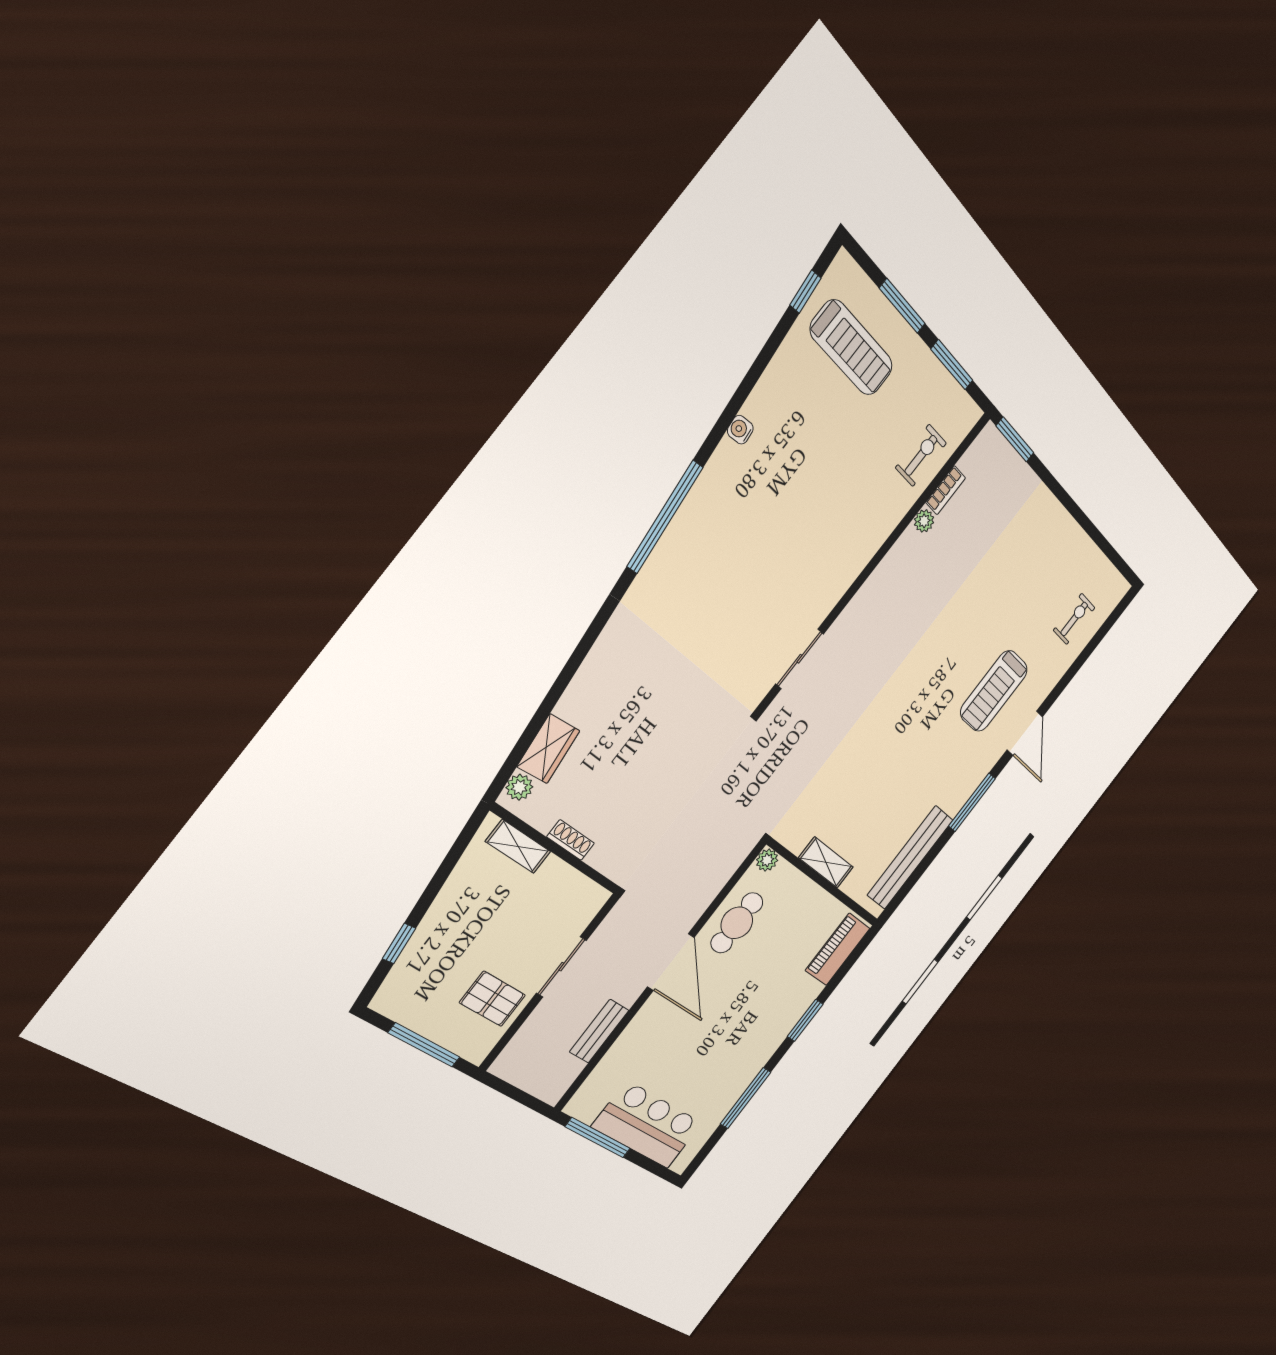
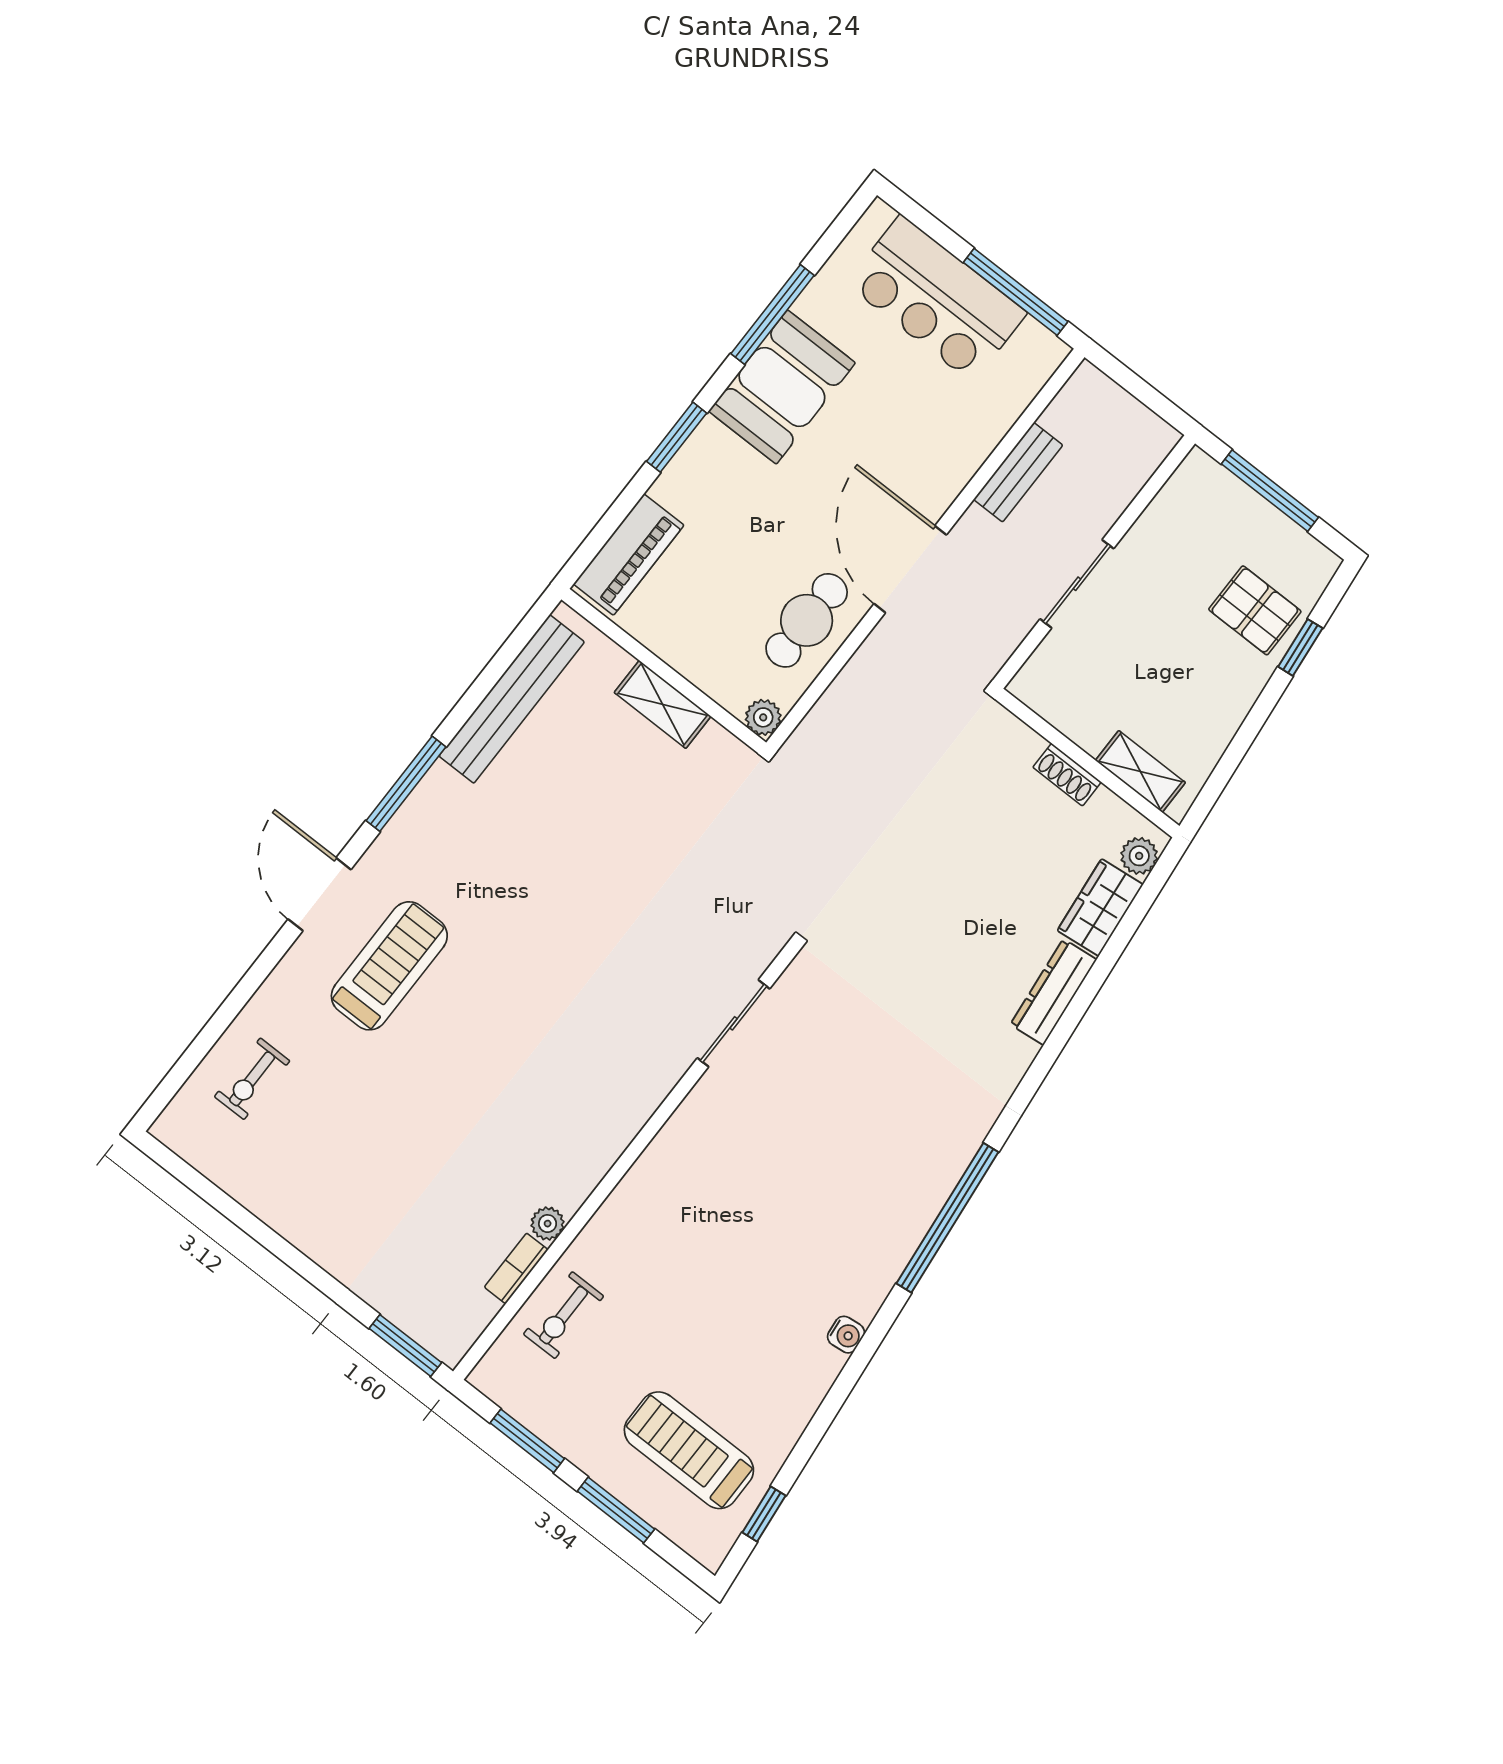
dresser: (583, 686) -> (1053, 992), added
pallet: (493, 999) -> (1255, 610), moved
booth: (743, 1058) -> (782, 387), added

